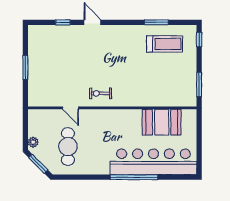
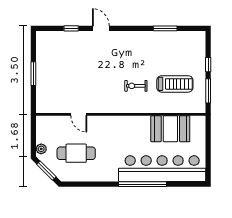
window: (199, 40) -> (208, 65), moved
treadmill: (165, 44) -> (175, 84), moved
exercise bike: (100, 93) -> (136, 86), moved
cafe table: (68, 147) -> (76, 153), turned 90

